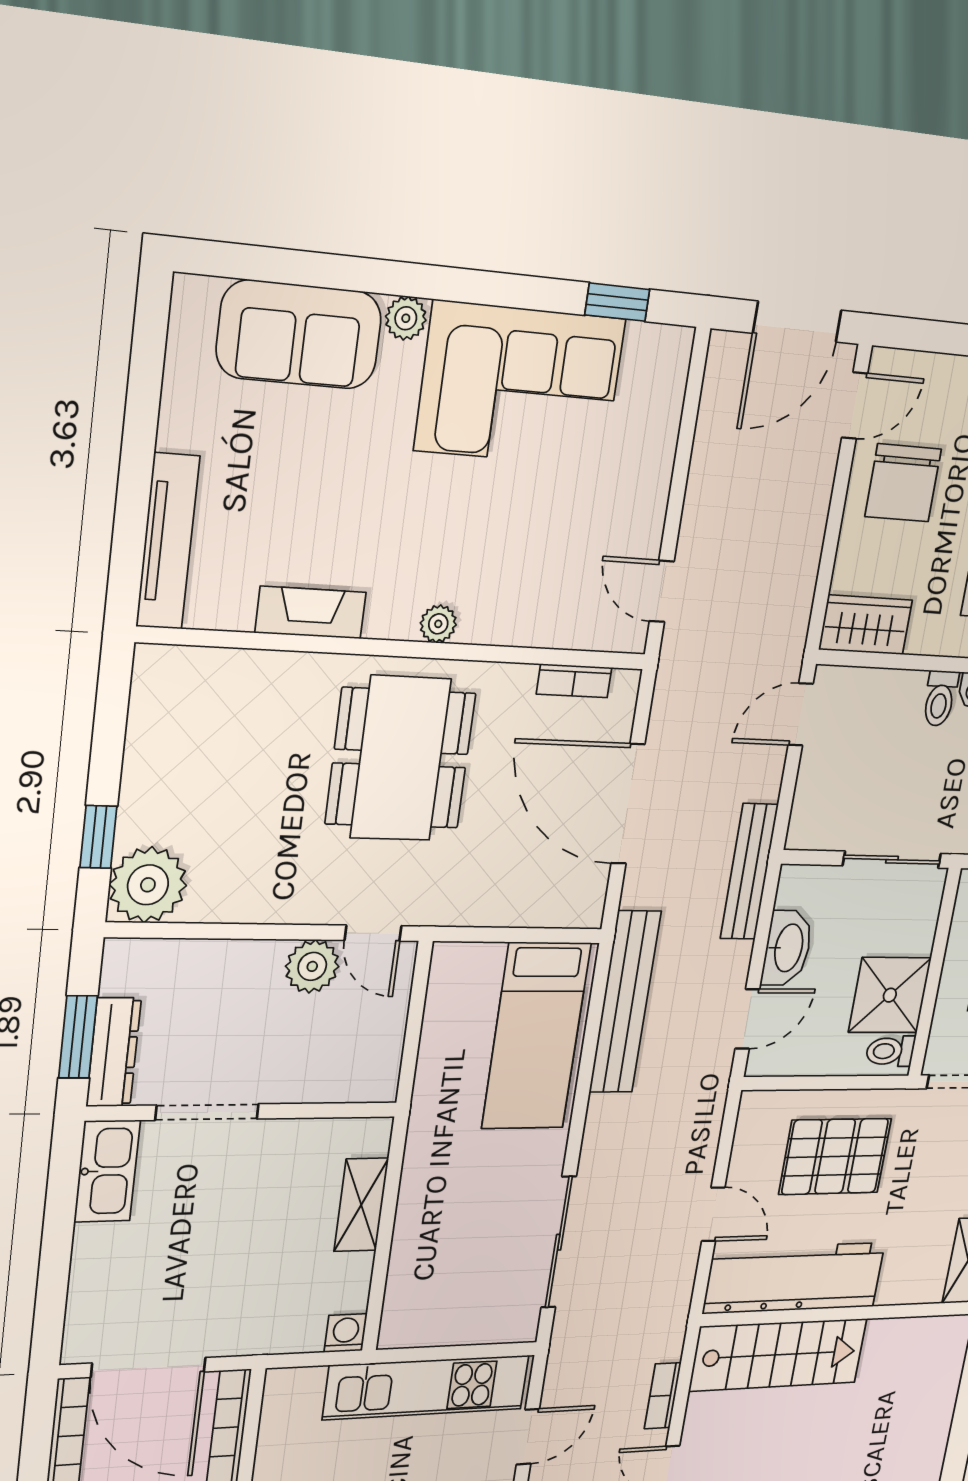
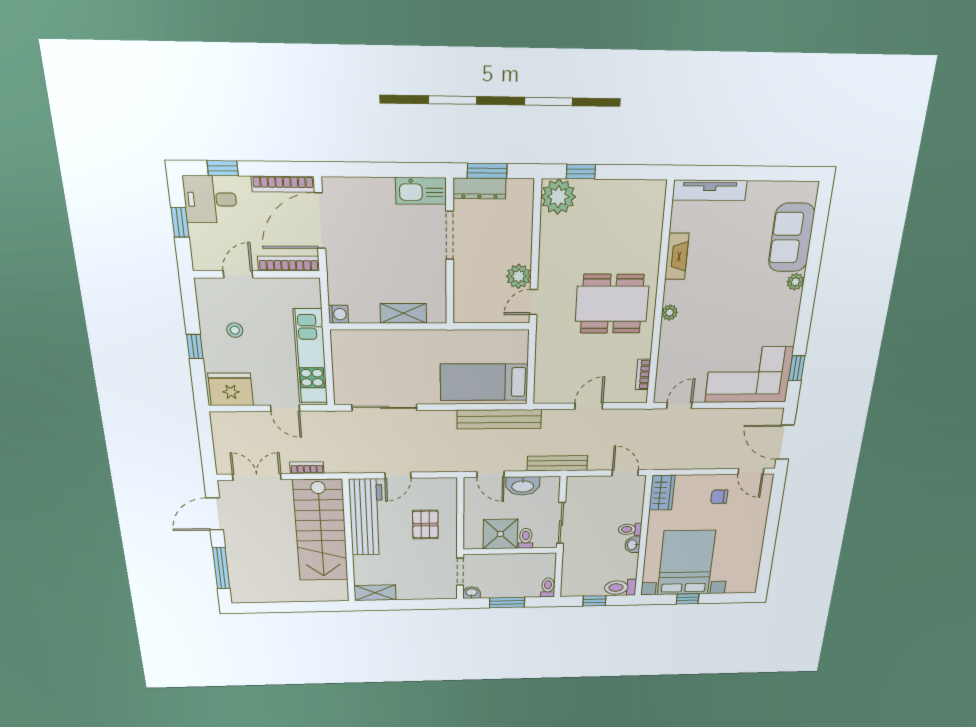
corner sofa: (520, 385) -> (749, 375), moved, turned 90
chair: (903, 483) -> (719, 497), width x0.54, depth x0.54
door: (628, 804) -> (589, 406), width x0.53
toilet: (890, 1051) -> (526, 538), moved
pallet: (835, 1156) -> (425, 525), width x0.67, depth x0.71
stairs: (778, 1355) -> (321, 531), width x1.36, depth x1.51

